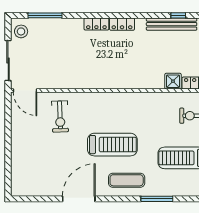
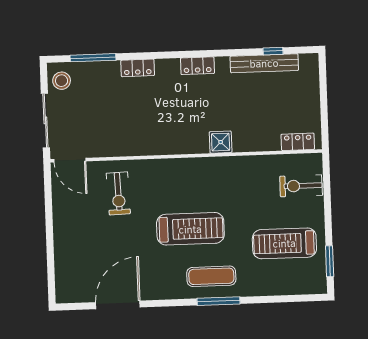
locker: (96, 24) -> (138, 68), moved
shower: (173, 81) -> (221, 142), moved
door: (79, 199) -> (118, 305), moved
window: (157, 199) -> (219, 301), moved

